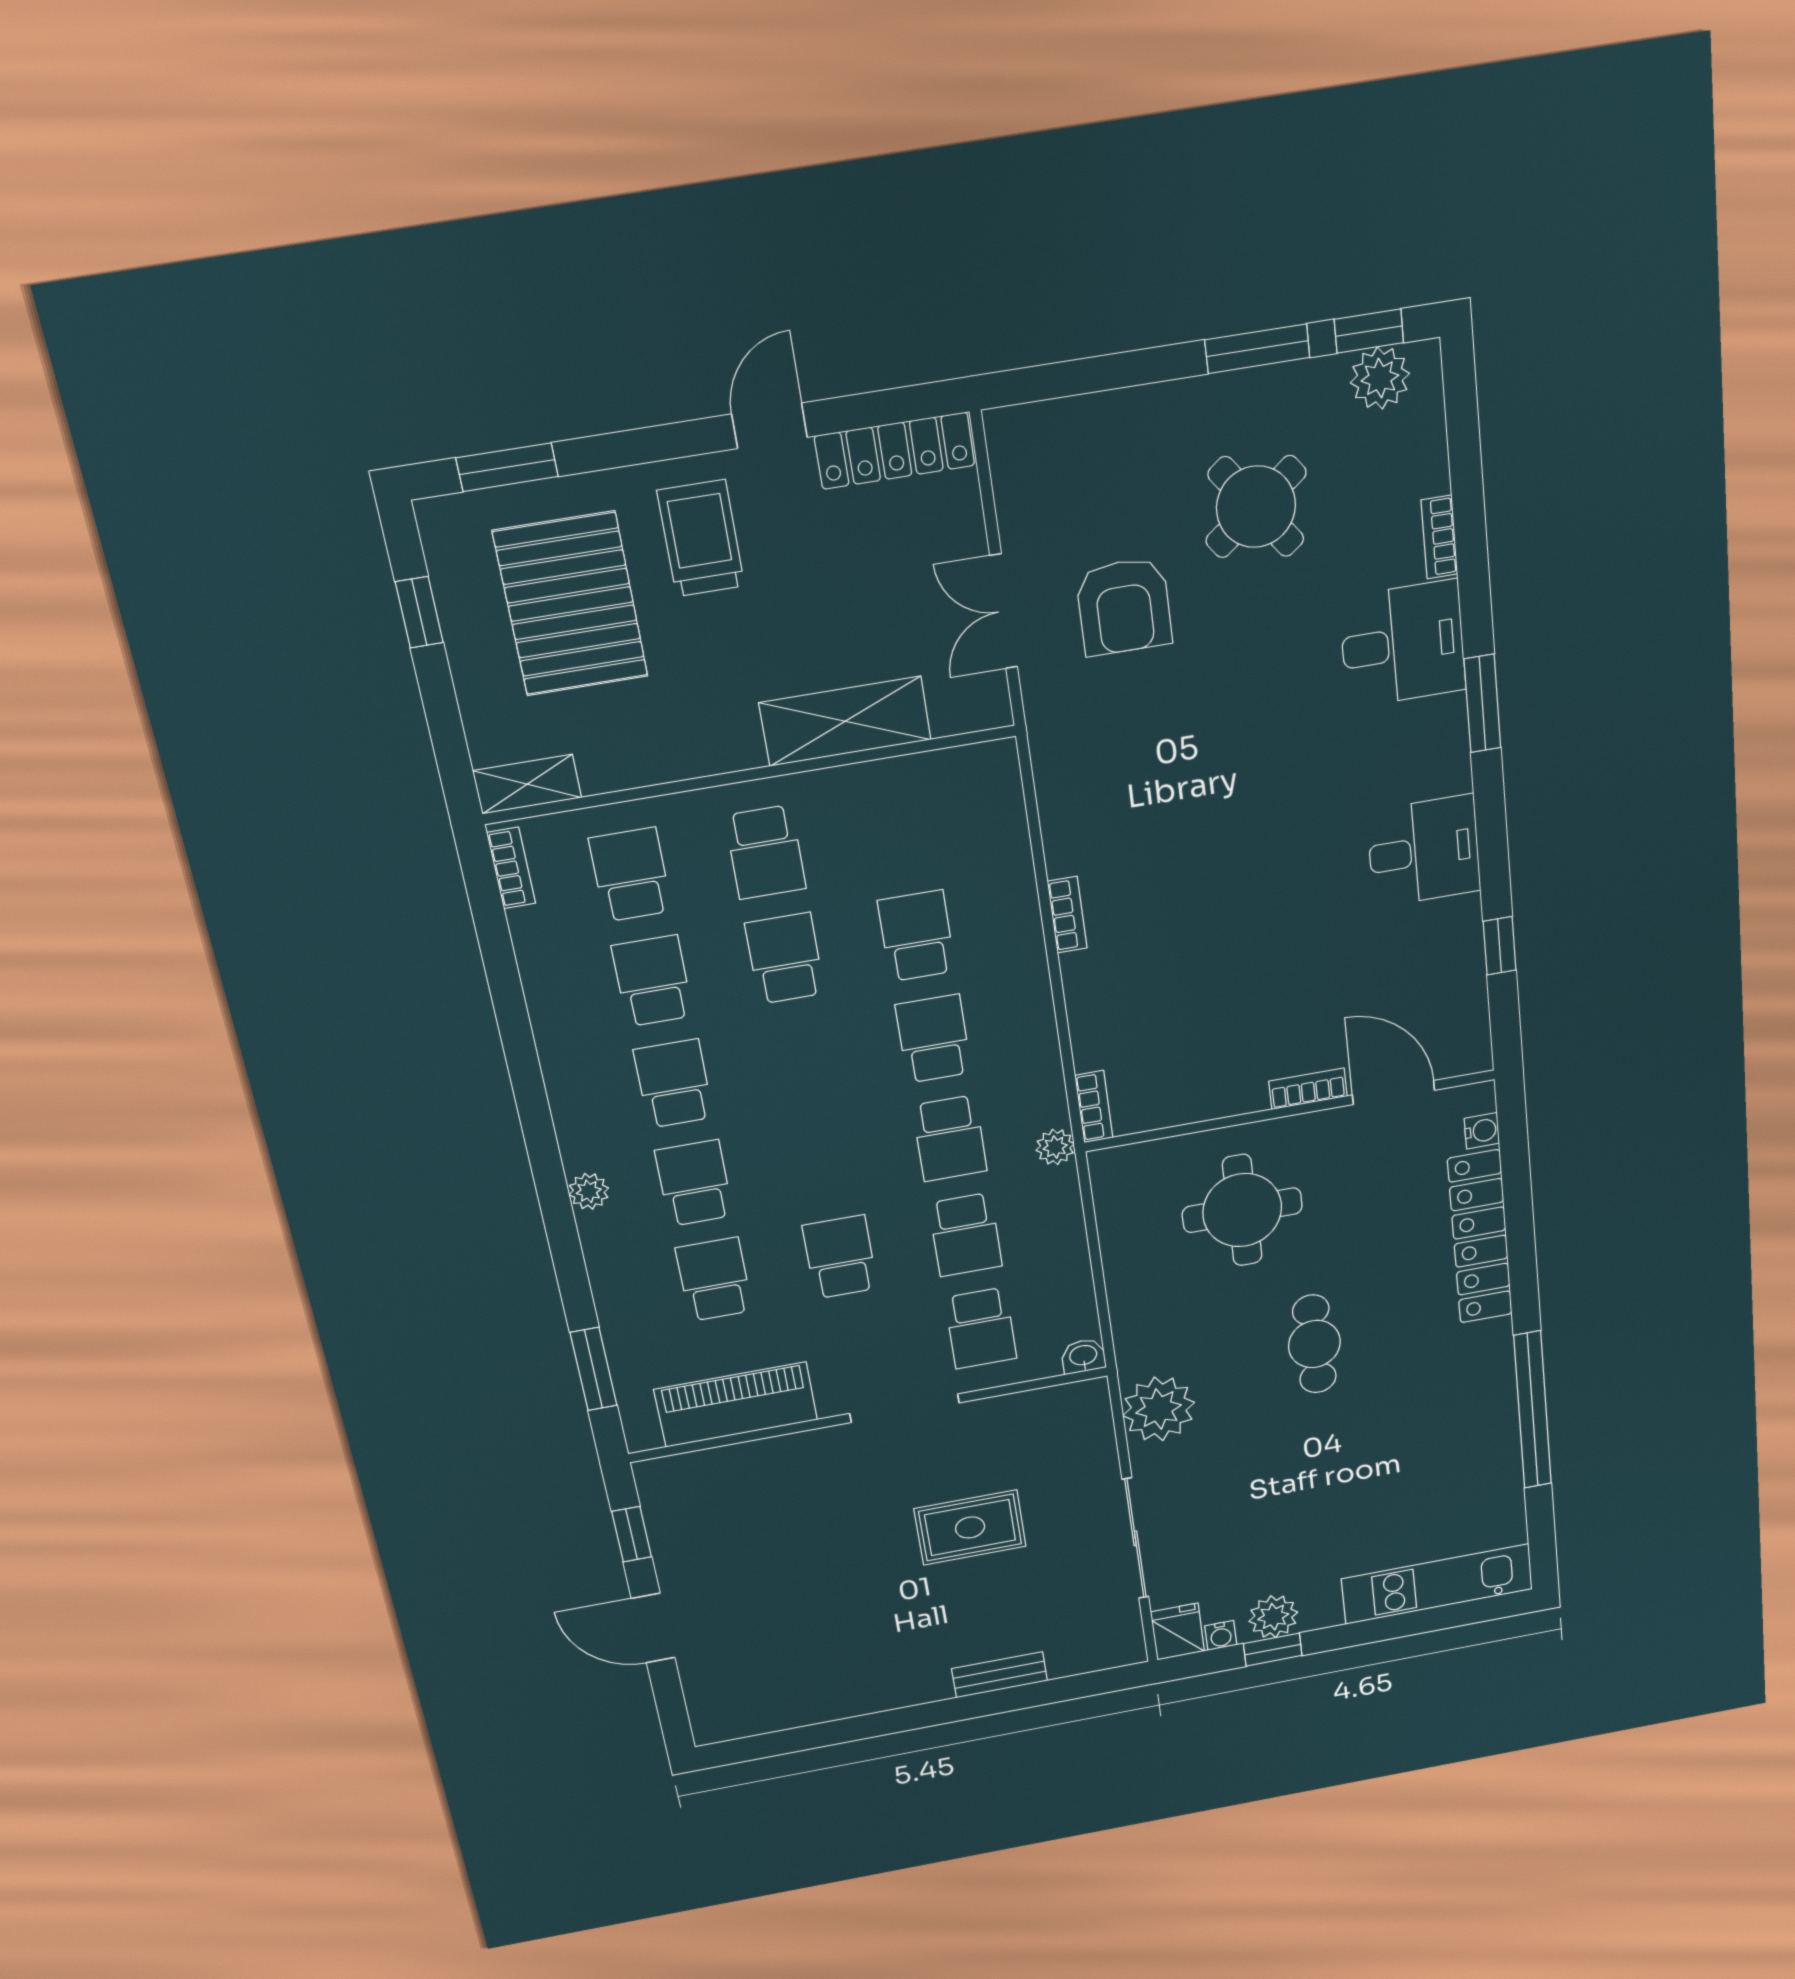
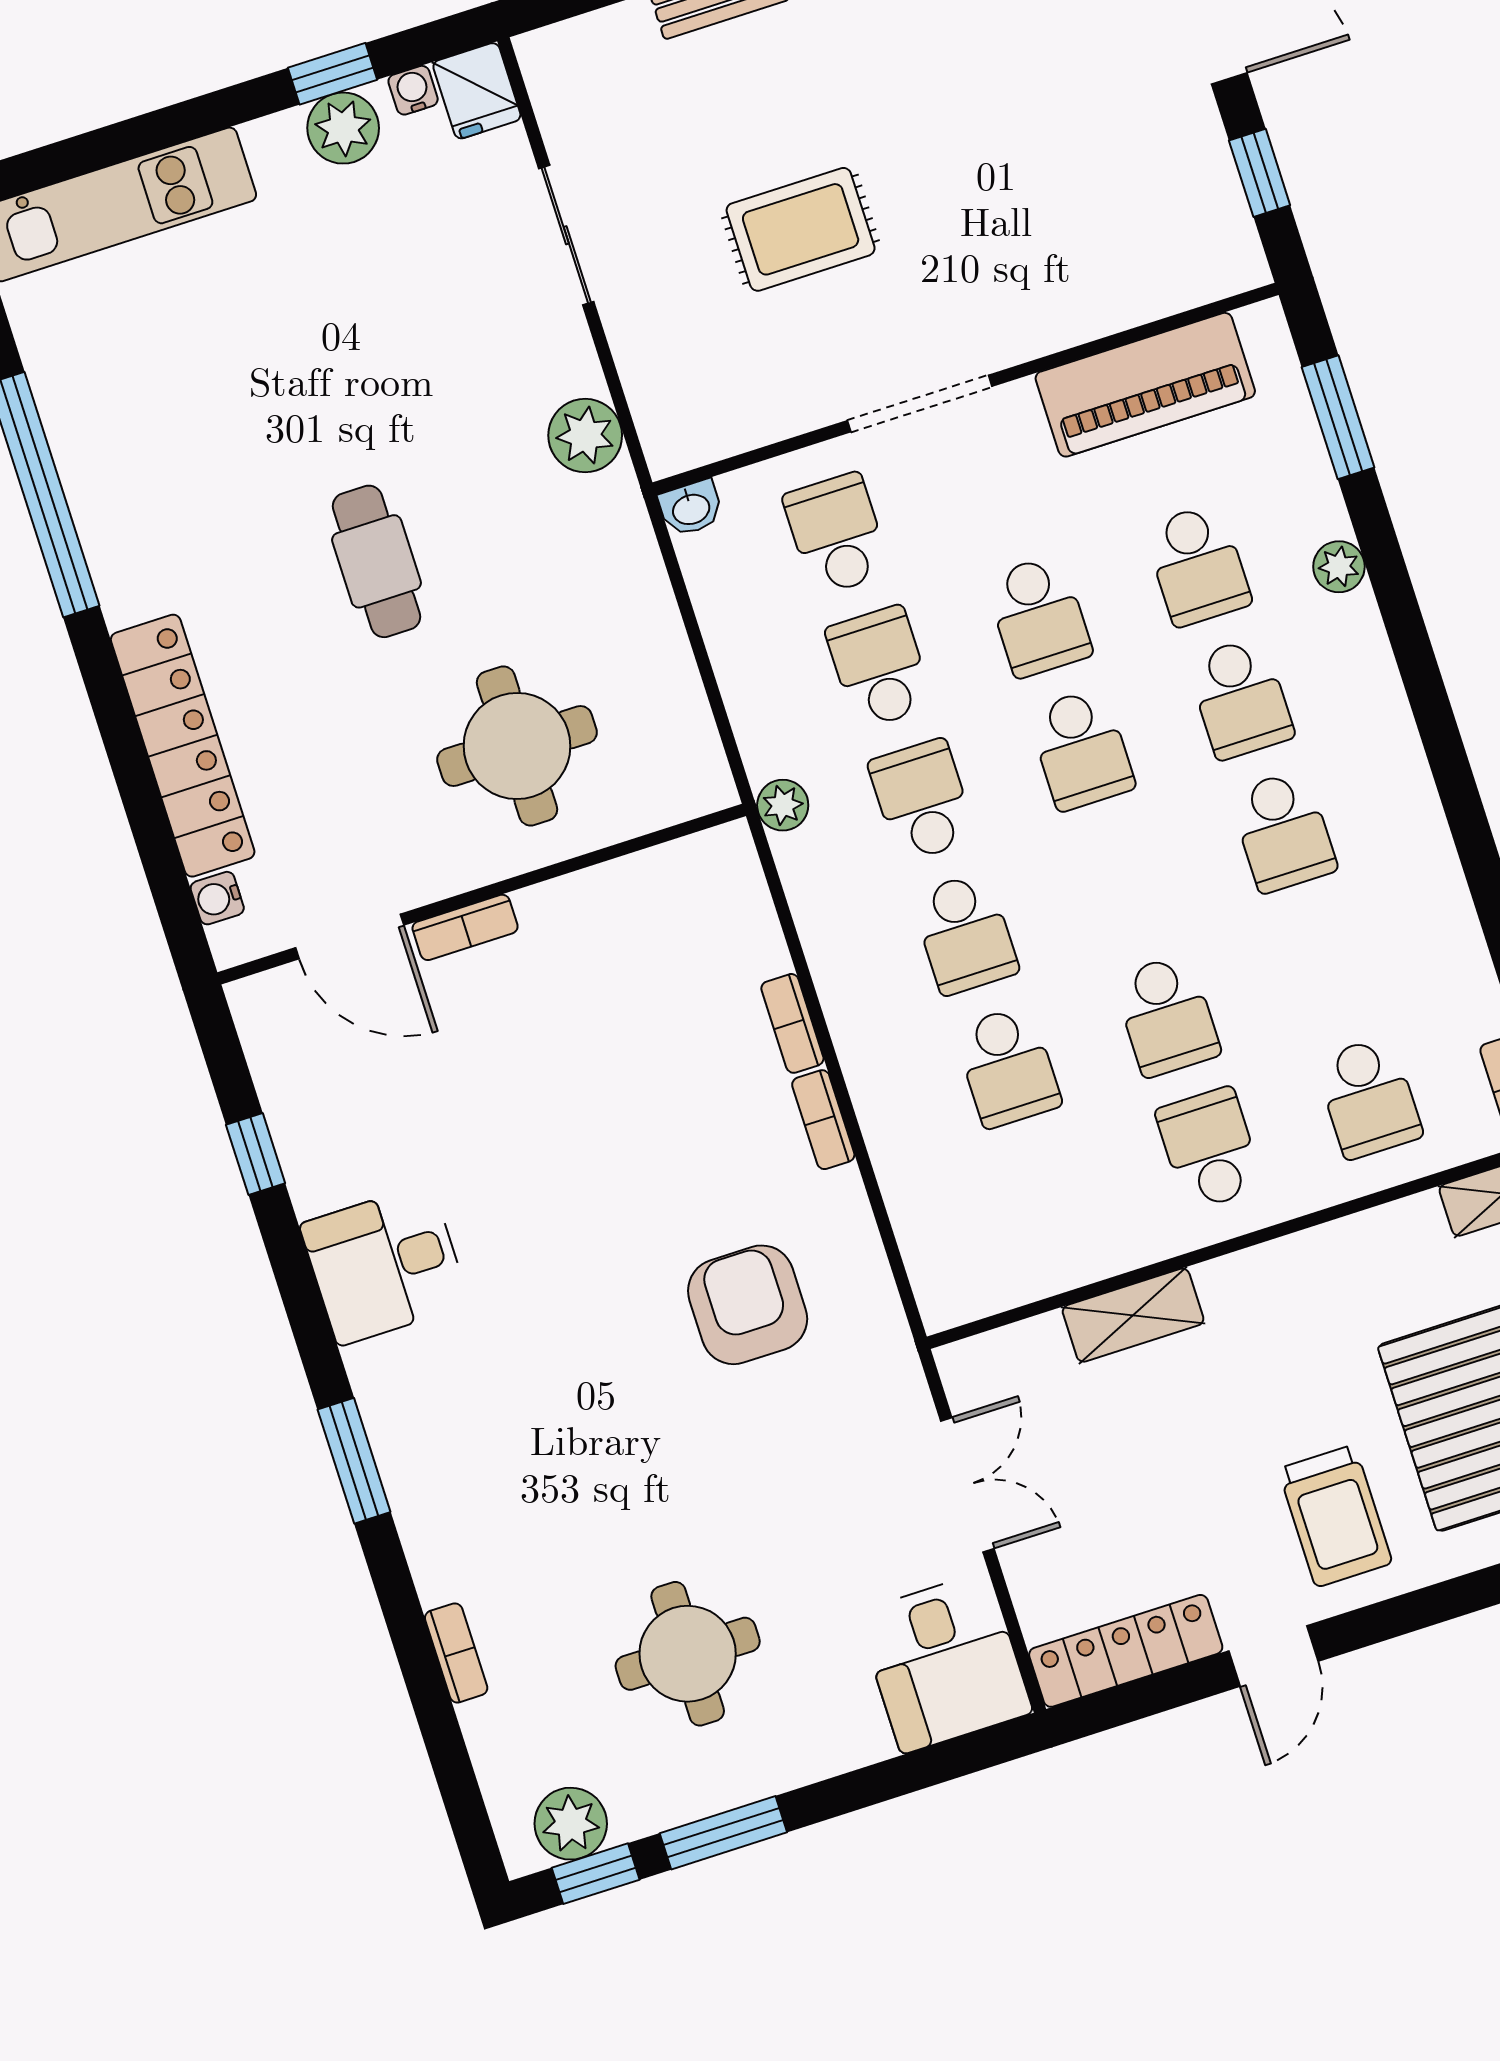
round table: (1256, 507) -> (688, 1654), turned 37
armchair: (1124, 606) -> (748, 1305), moved
desk: (1403, 644) -> (945, 1663), moved, turned -90
shelving: (845, 721) -> (1133, 1315), width x0.67, depth x0.75
school desk: (652, 981) -> (1081, 749), moved
bookcase: (1094, 1107) -> (792, 1023), moved
plant: (589, 1191) -> (1339, 567), moved
plant: (1159, 1409) -> (585, 436), width x0.73, depth x0.73
sliding door: (1135, 1538) -> (566, 235), width x0.73

